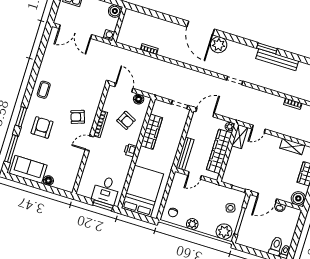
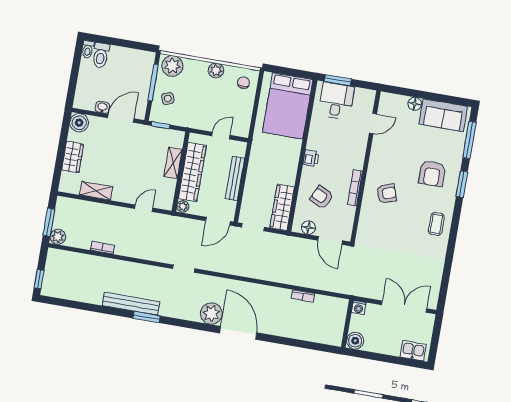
wardrobe: (152, 132) -> (282, 207), moved
shelving: (240, 137) -> (173, 163), moved
door: (89, 143) -> (373, 124), moved
bench: (185, 154) -> (235, 178), moved

